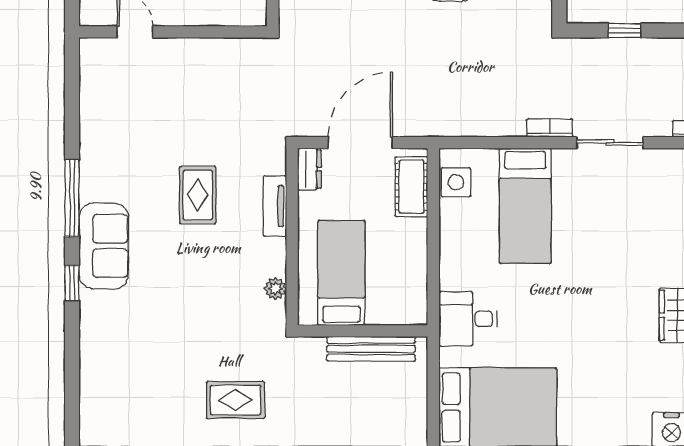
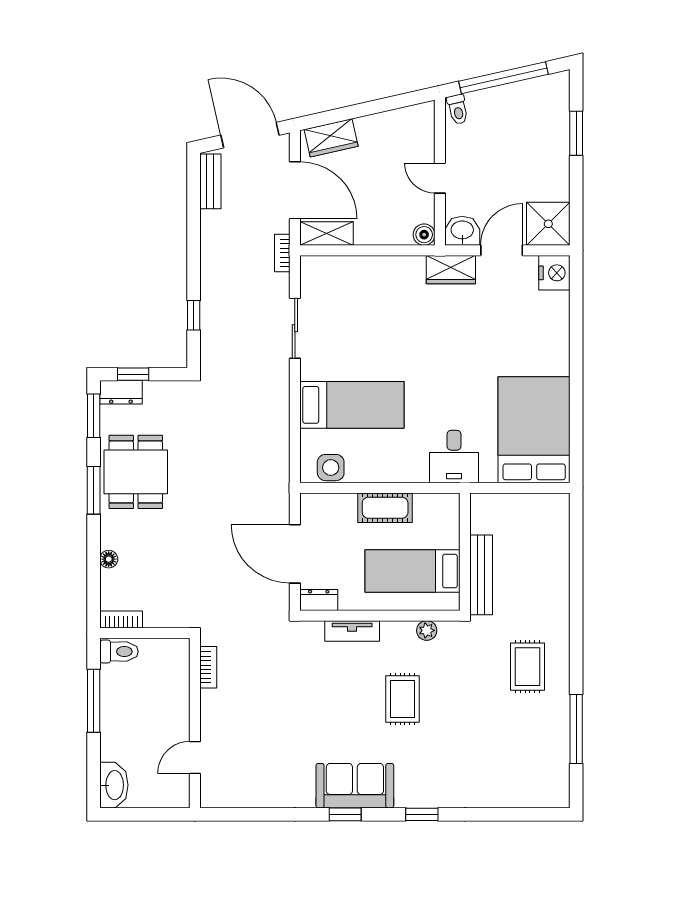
bookcase: (550, 128) -> (208, 667), moved, turned 180
cot: (411, 187) -> (385, 508), moved
rug: (198, 195) -> (402, 699), moved, turned 90
window: (72, 198) -> (345, 814), width x0.46
sofa: (104, 246) -> (355, 786), moved
bench: (371, 349) -> (481, 575), moved

